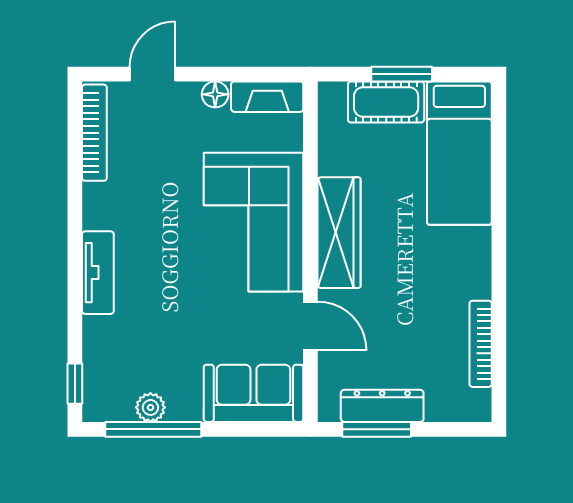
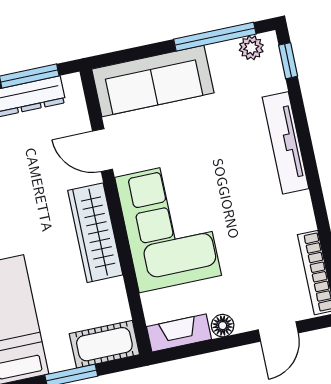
cot: (386, 102) -> (104, 344), moved
tv unit: (98, 273) -> (286, 143), width x1.41
sofa: (253, 393) -> (153, 81), width x1.36
plant: (150, 407) -> (251, 48), moved

